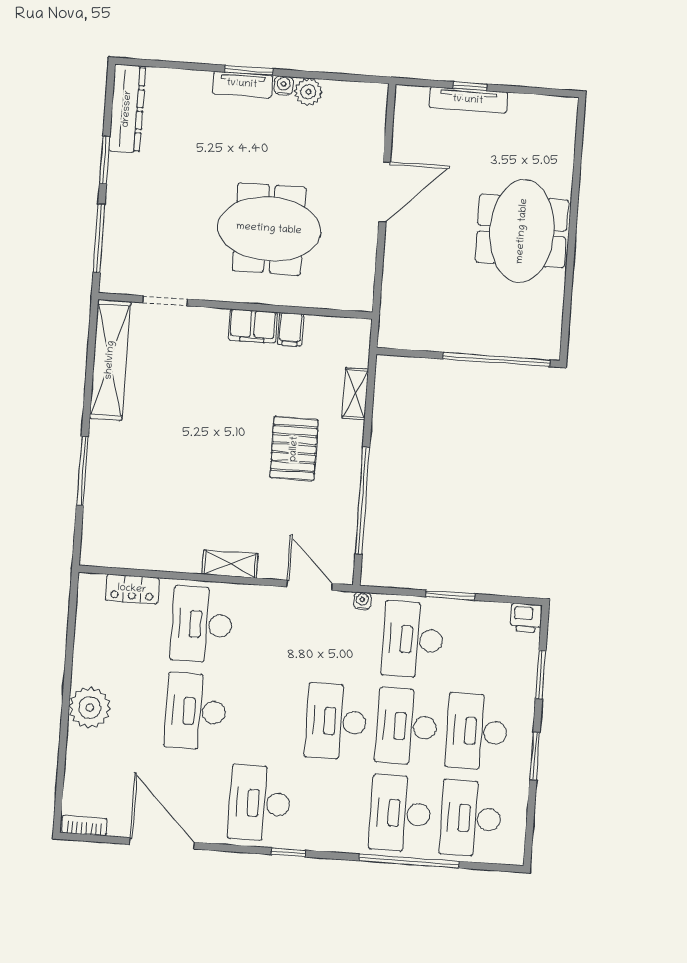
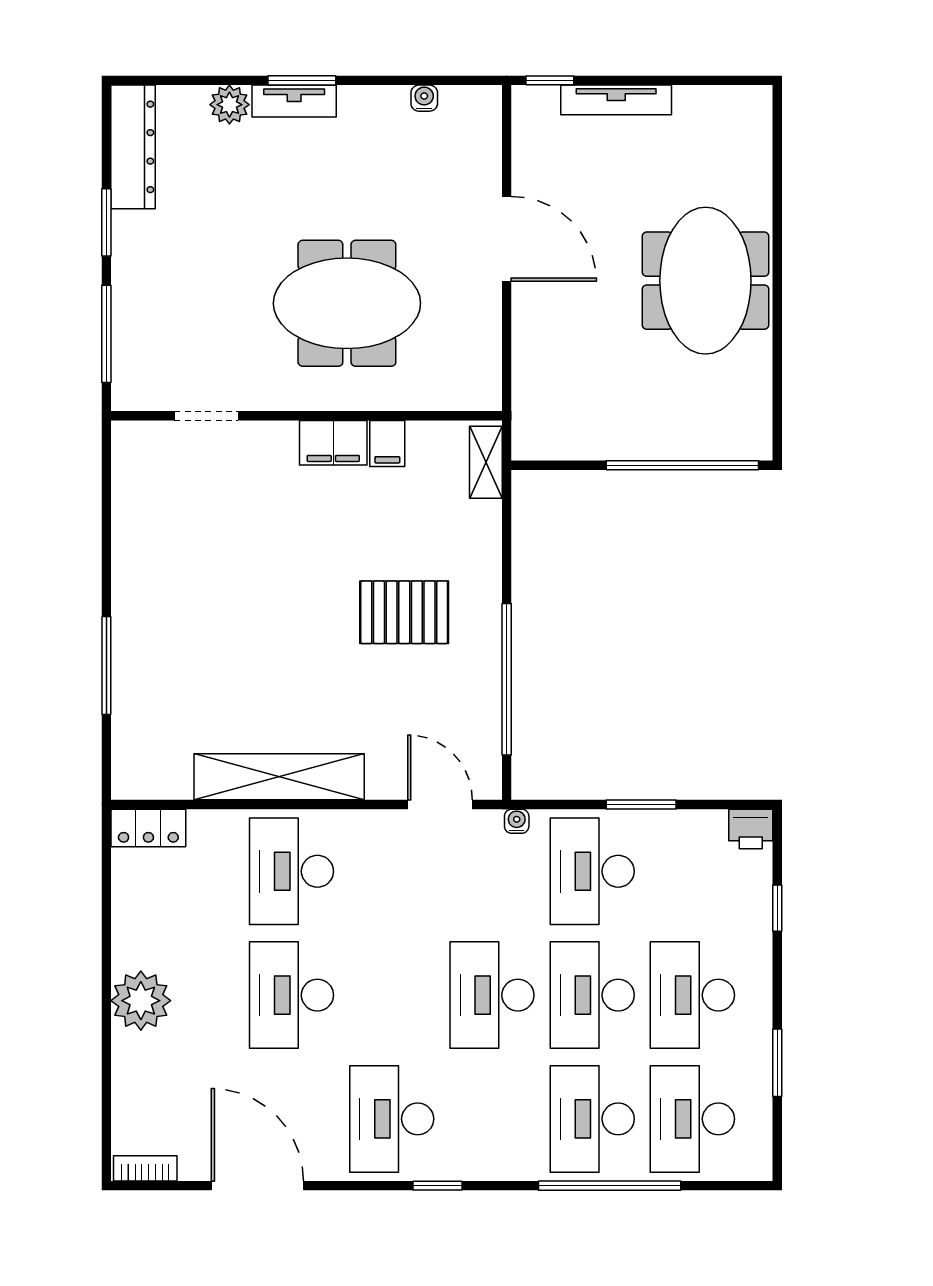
water cooler: (283, 85) -> (424, 98), moved
window: (470, 86) -> (550, 80), moved
plant: (308, 92) -> (229, 105), moved
door: (385, 192) -> (507, 239), hinge flipped
shelving: (110, 360) -> (134, 505), removed
shelving: (355, 394) -> (486, 462), moved
pallet: (294, 449) -> (404, 612), turned 90
shelving: (230, 564) -> (279, 777), width x2.20, depth x1.33
locker: (132, 589) -> (148, 828), moved
window: (541, 675) -> (777, 908), width x0.67
window: (535, 756) -> (777, 1063), moved

